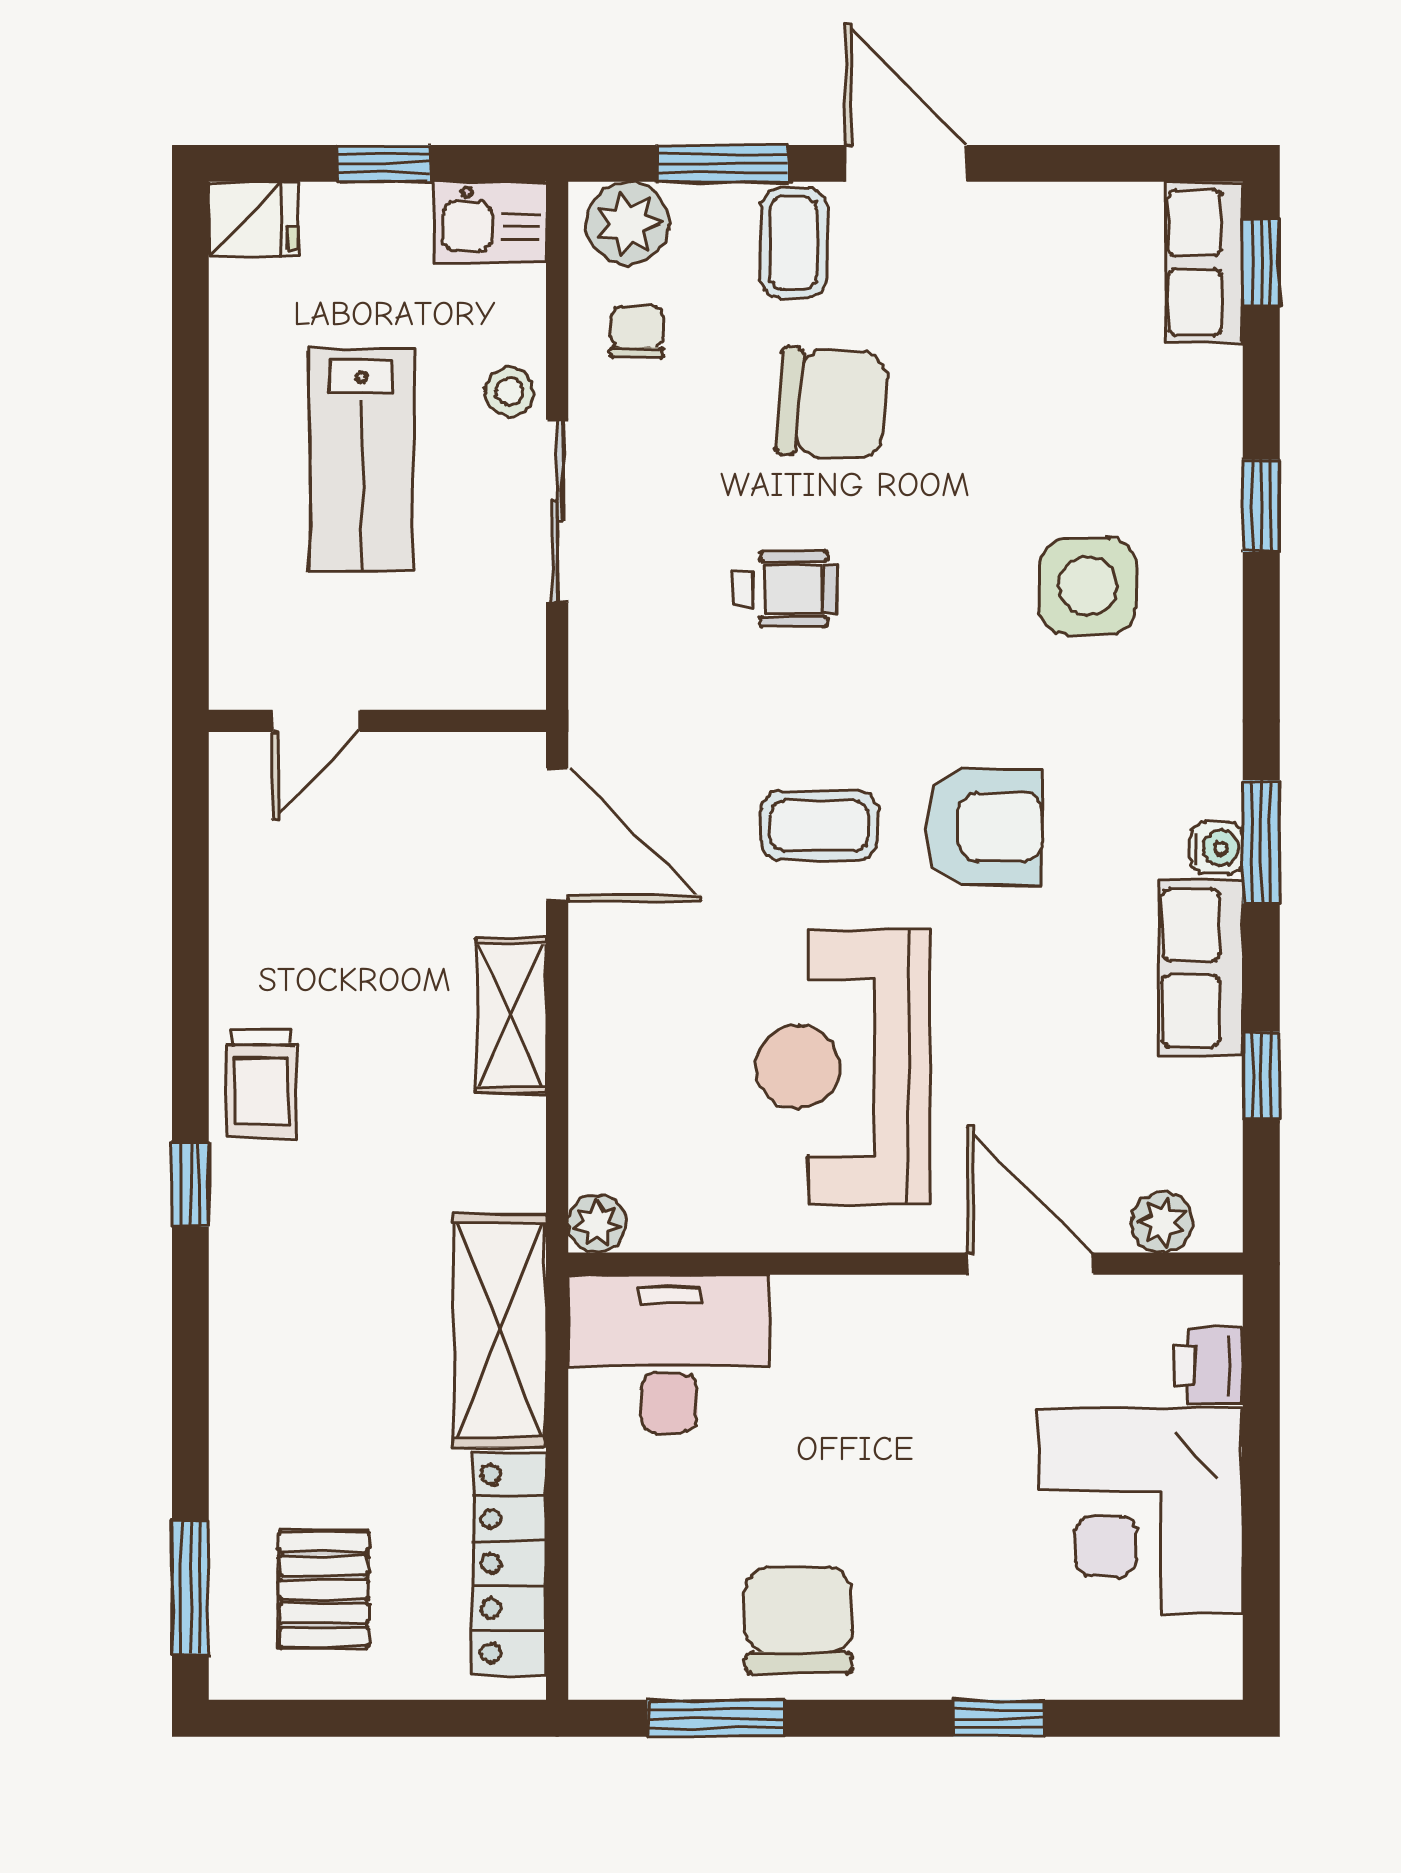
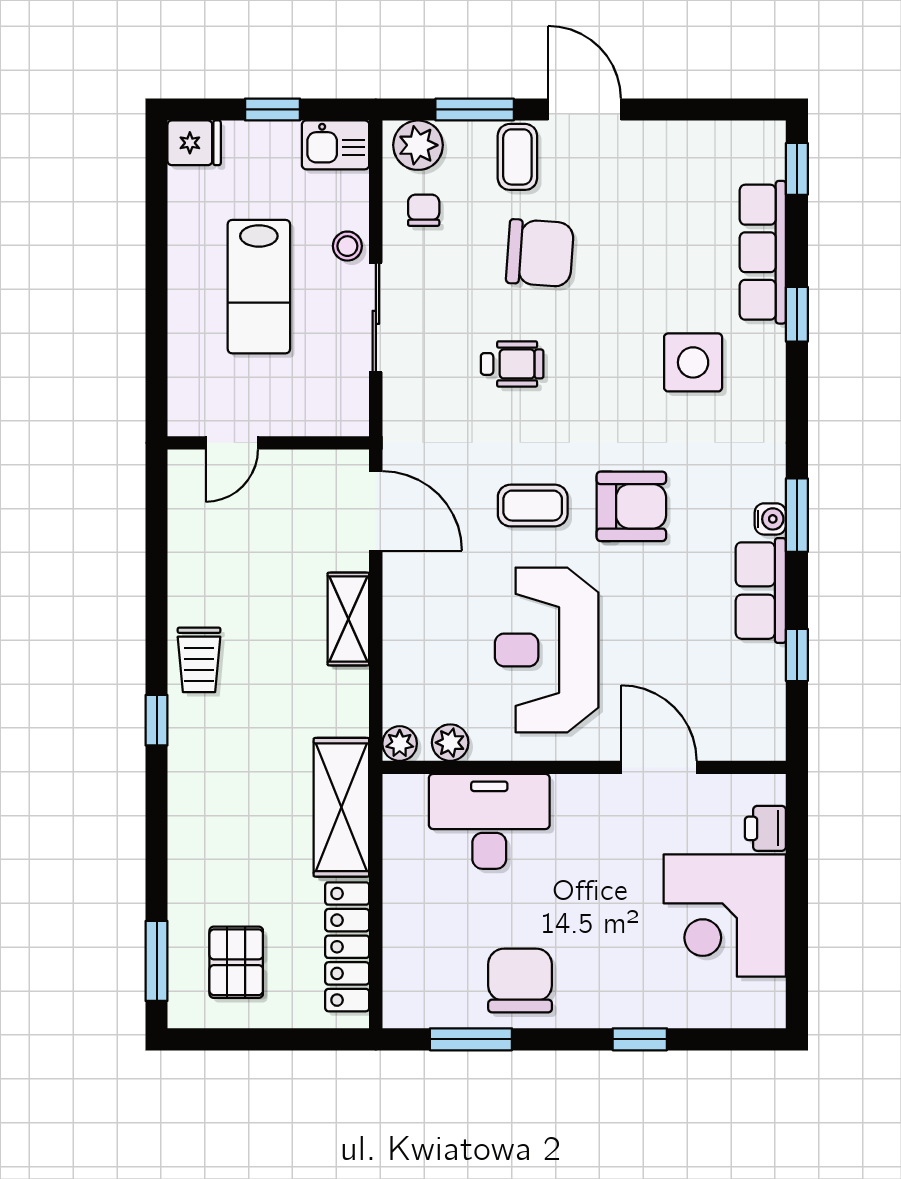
row of seats: (1204, 262) -> (763, 252), moved, width x1.48
plant: (1162, 1222) -> (450, 743), moved
desk: (669, 1354) -> (489, 821), moved

